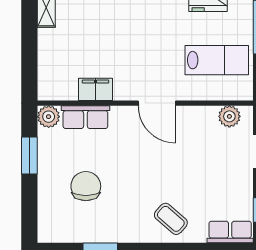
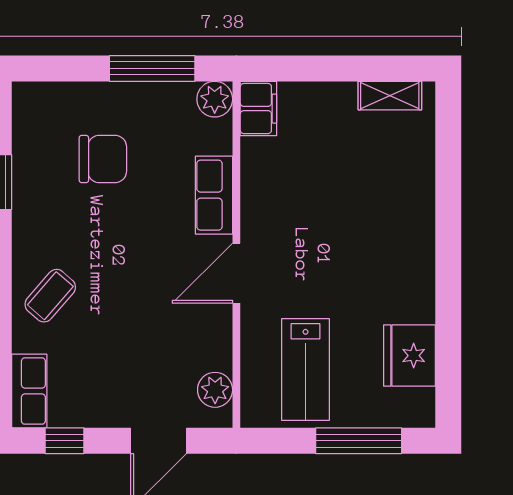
filing cabinet: (95, 89) -> (258, 109), moved
row of seats: (85, 117) -> (214, 195), moved
window: (29, 155) -> (152, 68), width x1.44

